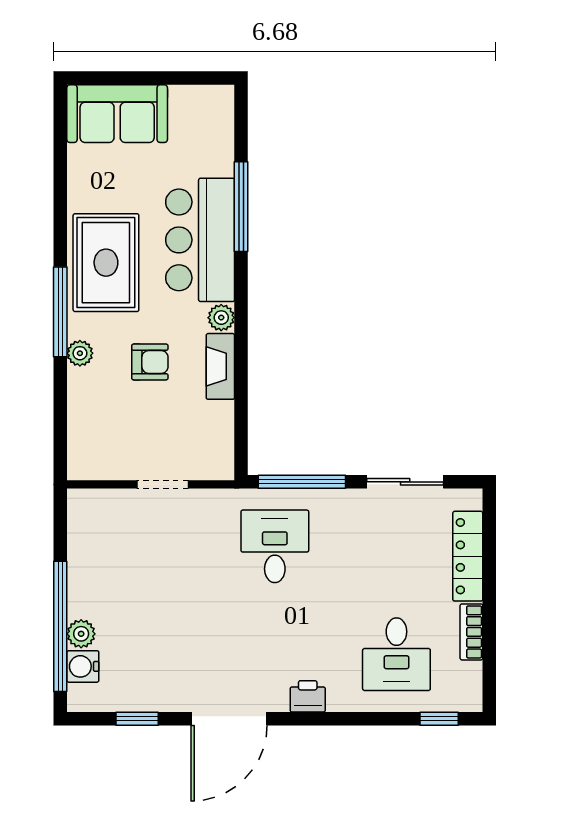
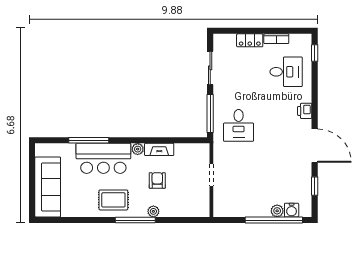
sofa: (117, 114) -> (48, 187), width x1.36
rug: (106, 263) -> (113, 200), width x0.73, depth x0.70
desk: (275, 546) -> (239, 125), turned -90
locker: (468, 556) -> (250, 40), width x0.66

